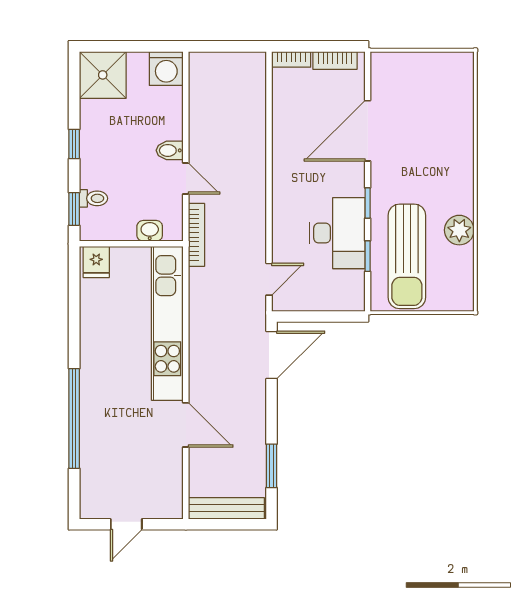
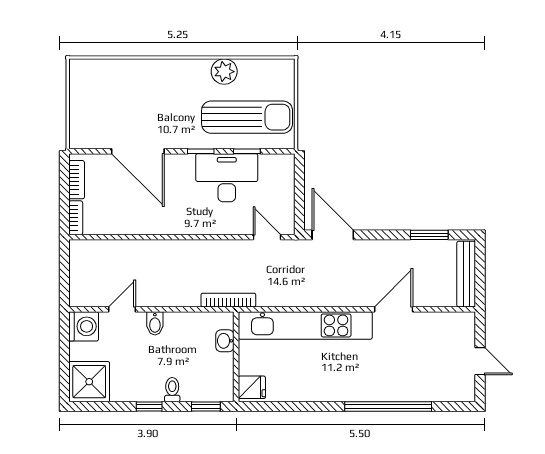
door: (186, 178) -> (122, 309), moved
toilet: (93, 198) -> (172, 390), moved

